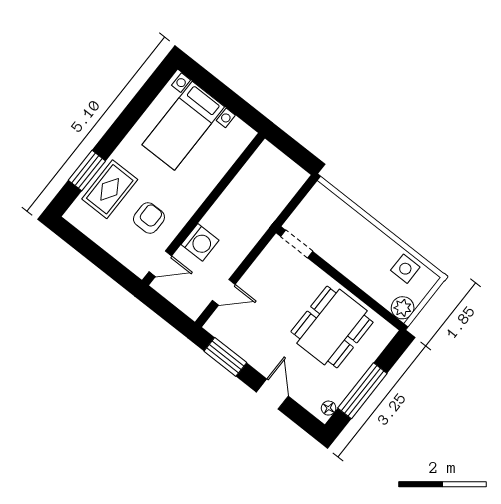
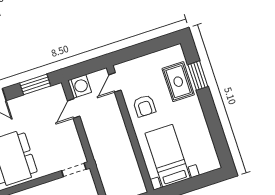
bed with nightstands: (183, 126) -> (168, 156), moved
armchair: (149, 218) -> (144, 106), moved
washing machine: (200, 242) -> (80, 86), moved, turned 180

